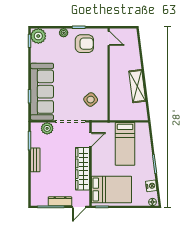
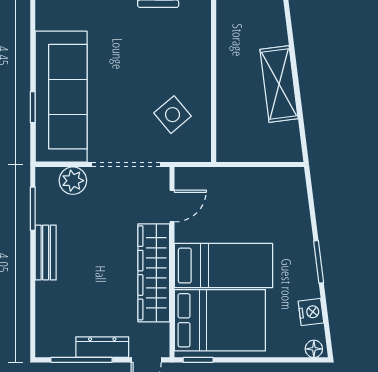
bed: (125, 144) -> (224, 266), moved, turned -90

